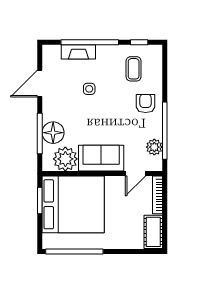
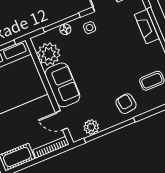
side table: (89, 89) -> (90, 28), moved
armchair: (146, 104) -> (126, 104), turned -98
floor lamp: (53, 133) -> (65, 29), width x0.53, depth x0.53

